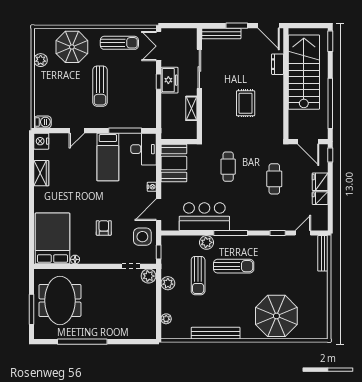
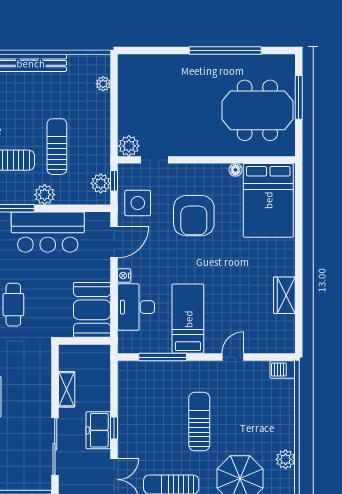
nightstand: (41, 141) -> (285, 342), removed
desk: (144, 149) -> (136, 307), moved
armchair: (104, 228) -> (194, 216), width x1.88, depth x1.88
plant: (168, 283) -> (101, 183), moved
meeting table: (60, 300) -> (257, 110), turned 90

